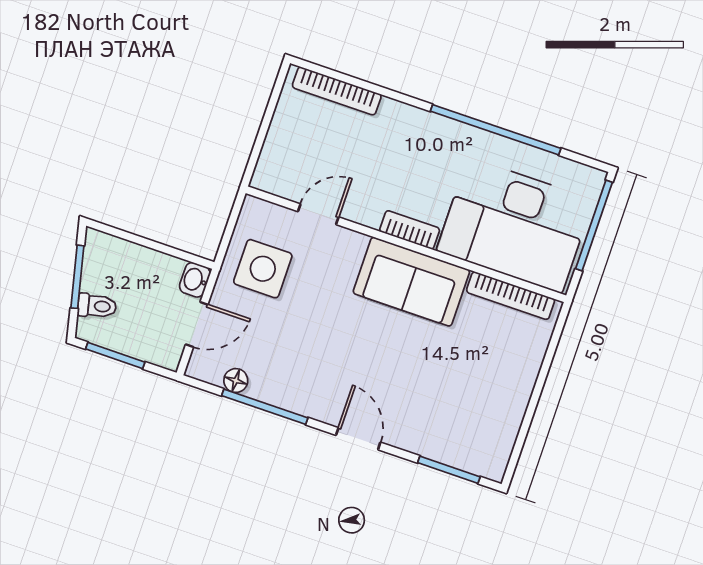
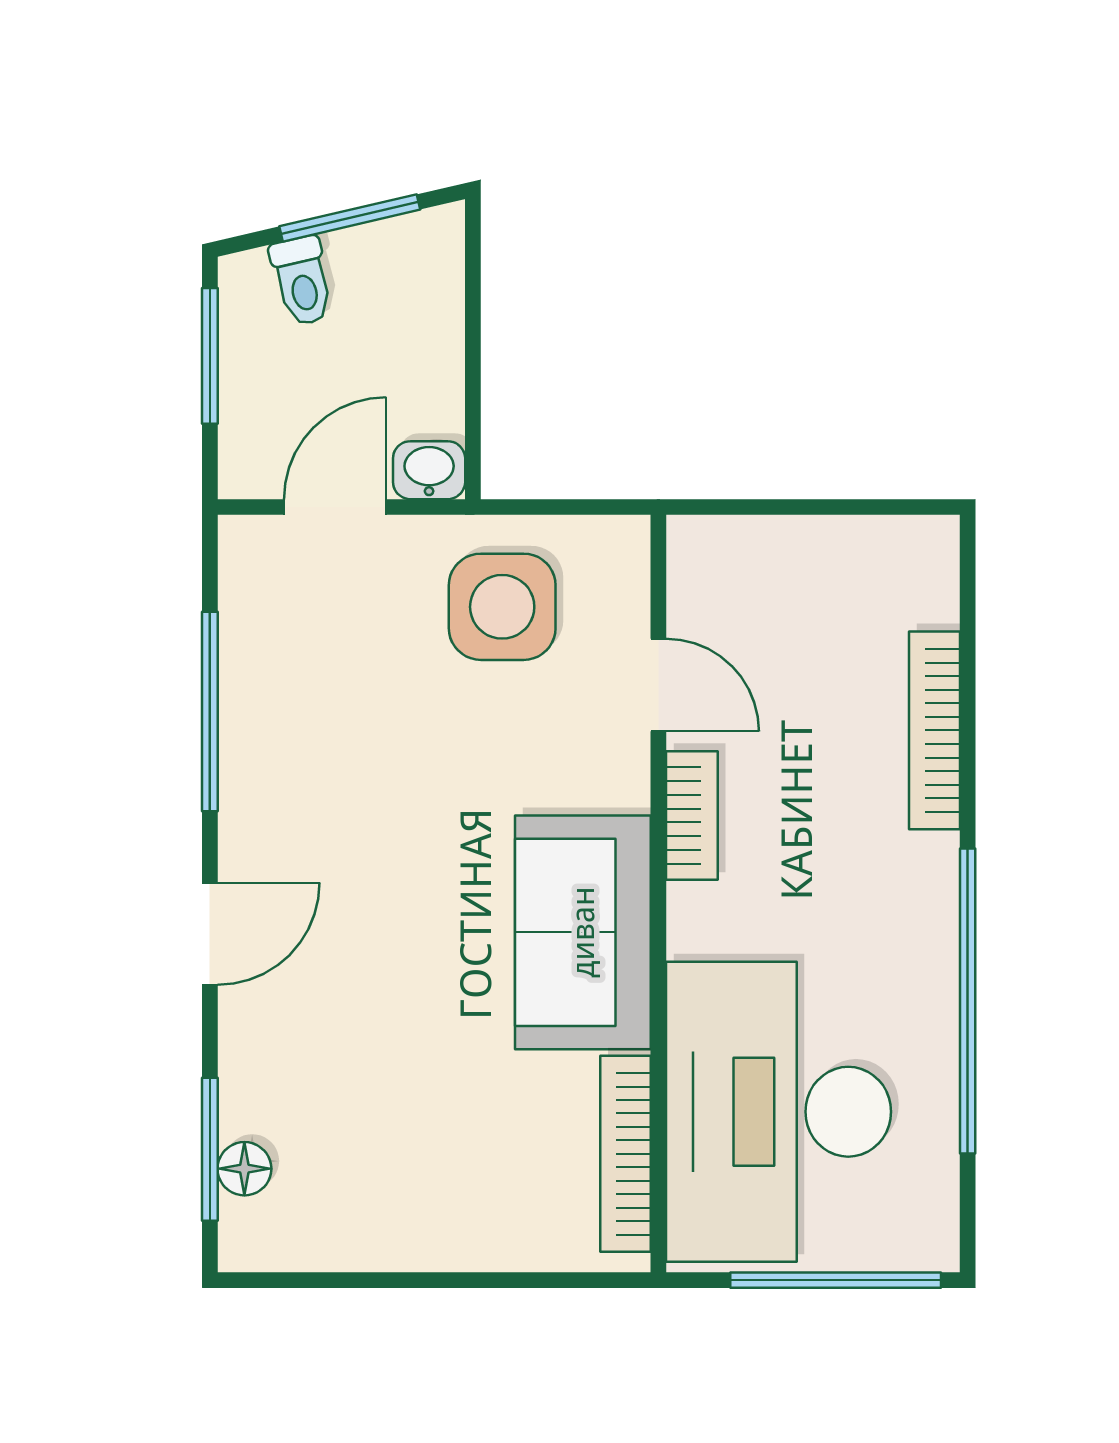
bookcase: (337, 91) -> (935, 730), moved
bookcase: (410, 230) -> (692, 816), moved
door: (197, 325) -> (335, 507), swing flipped
floor lamp: (236, 381) -> (244, 1169), moved

